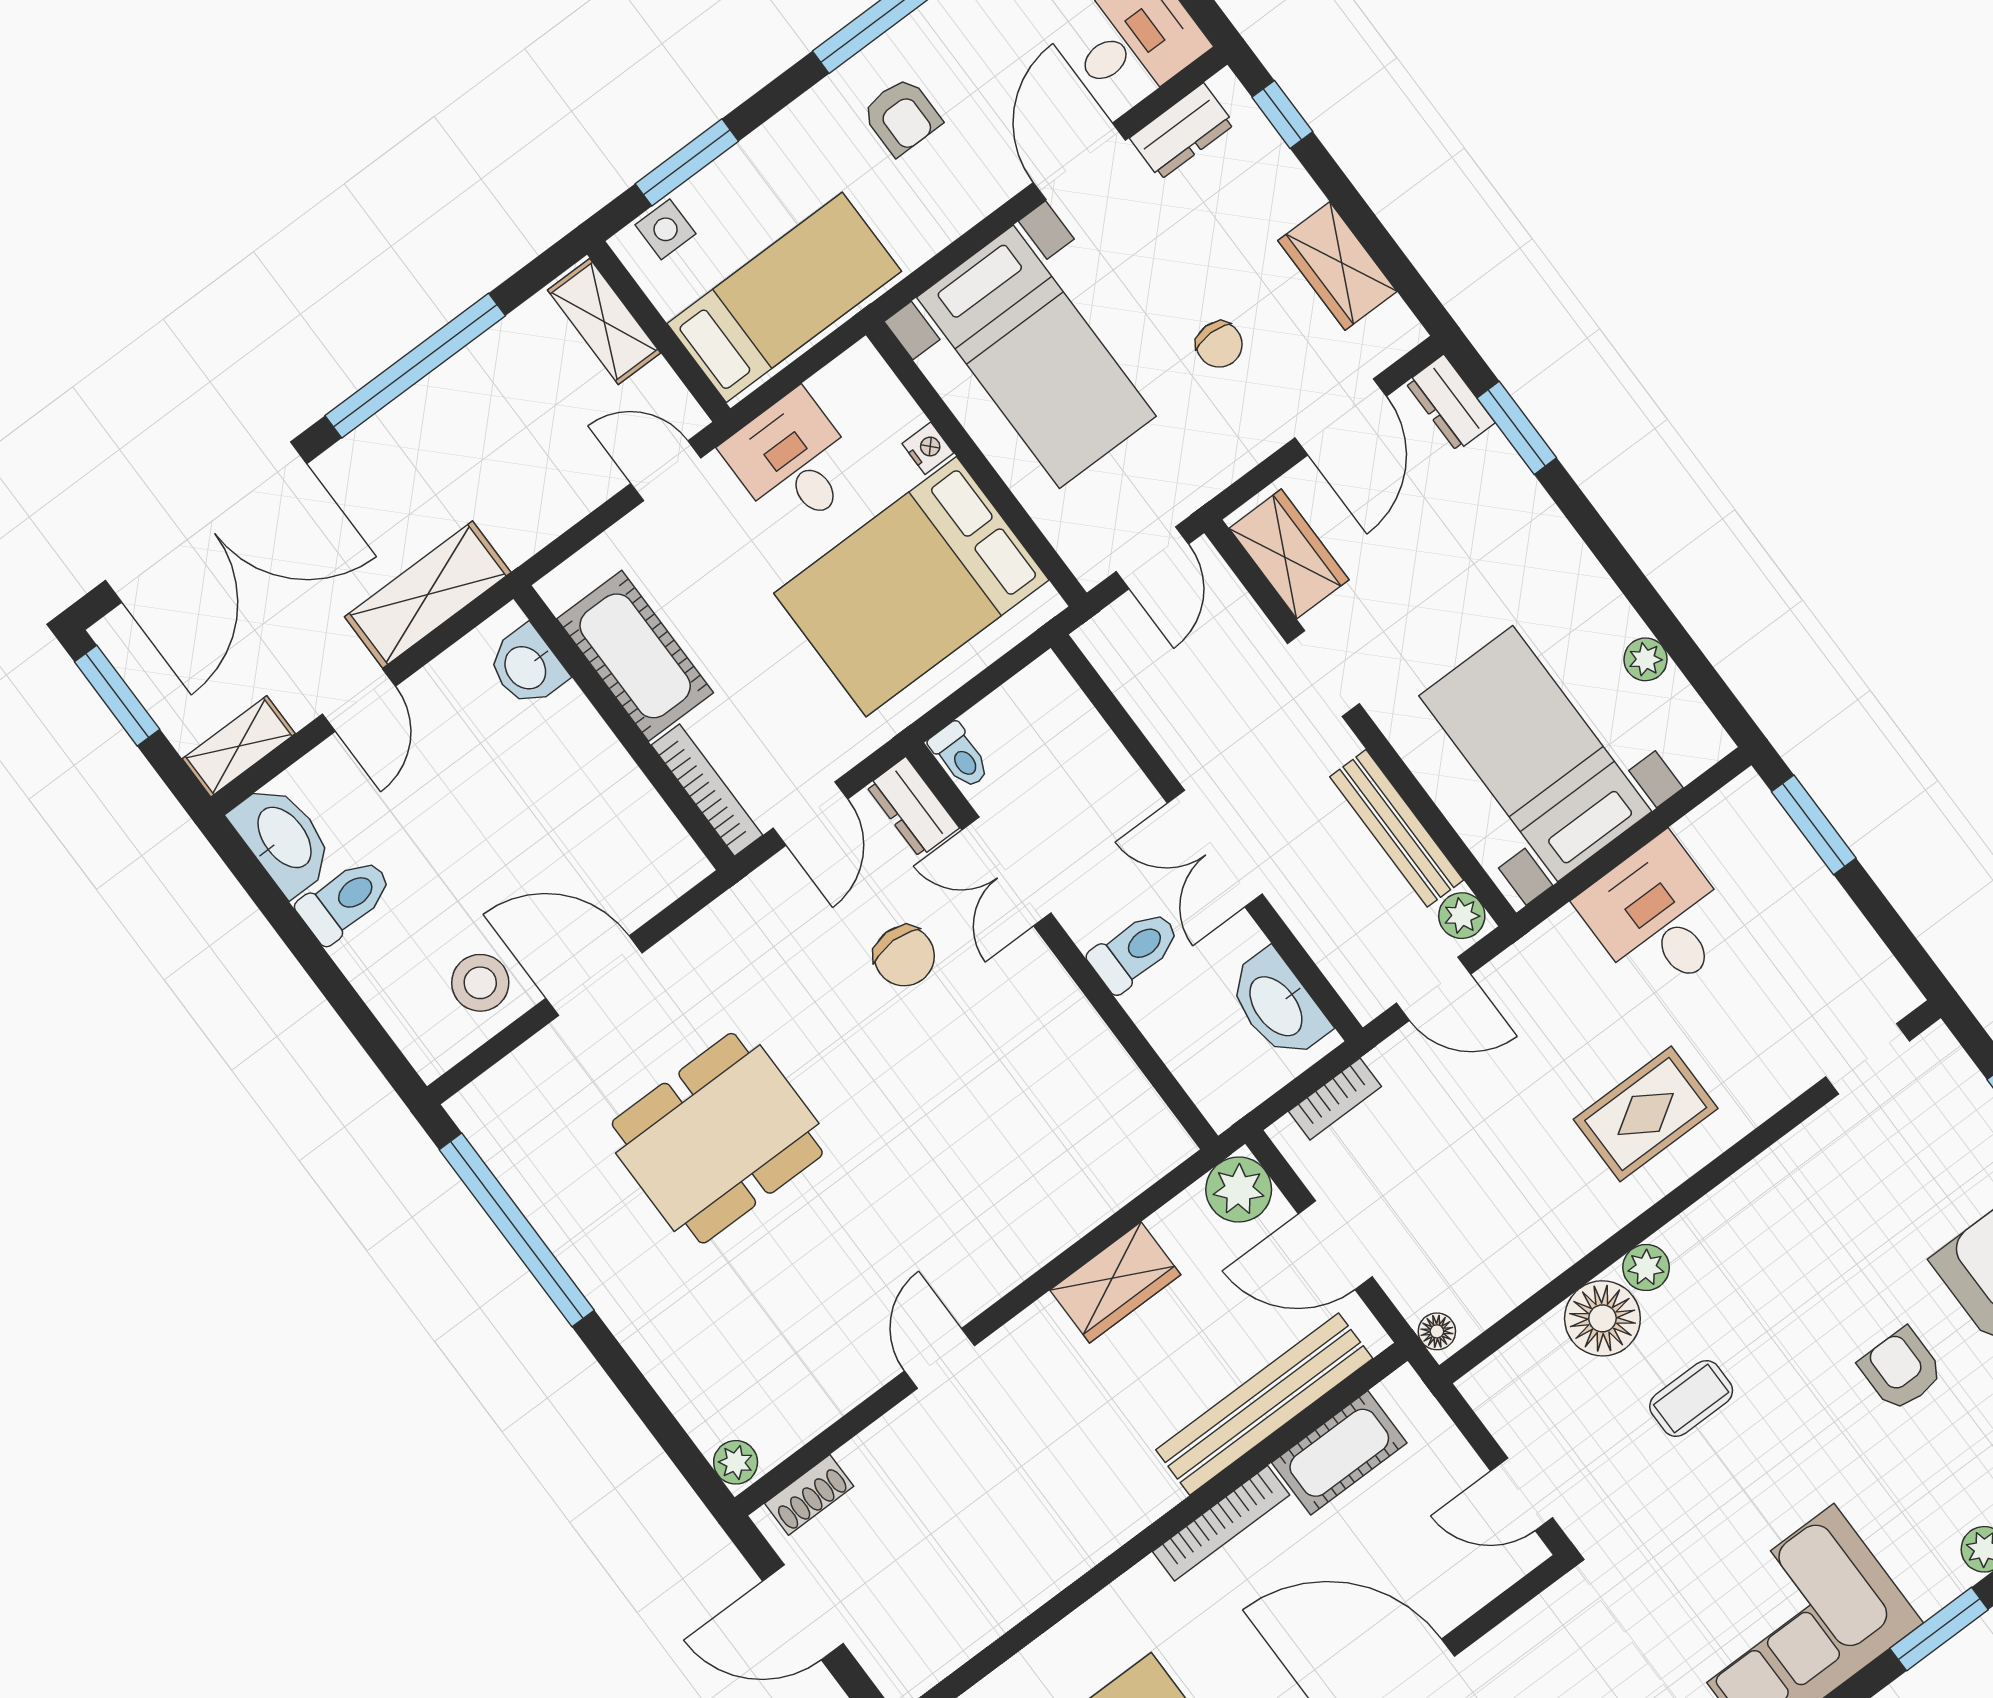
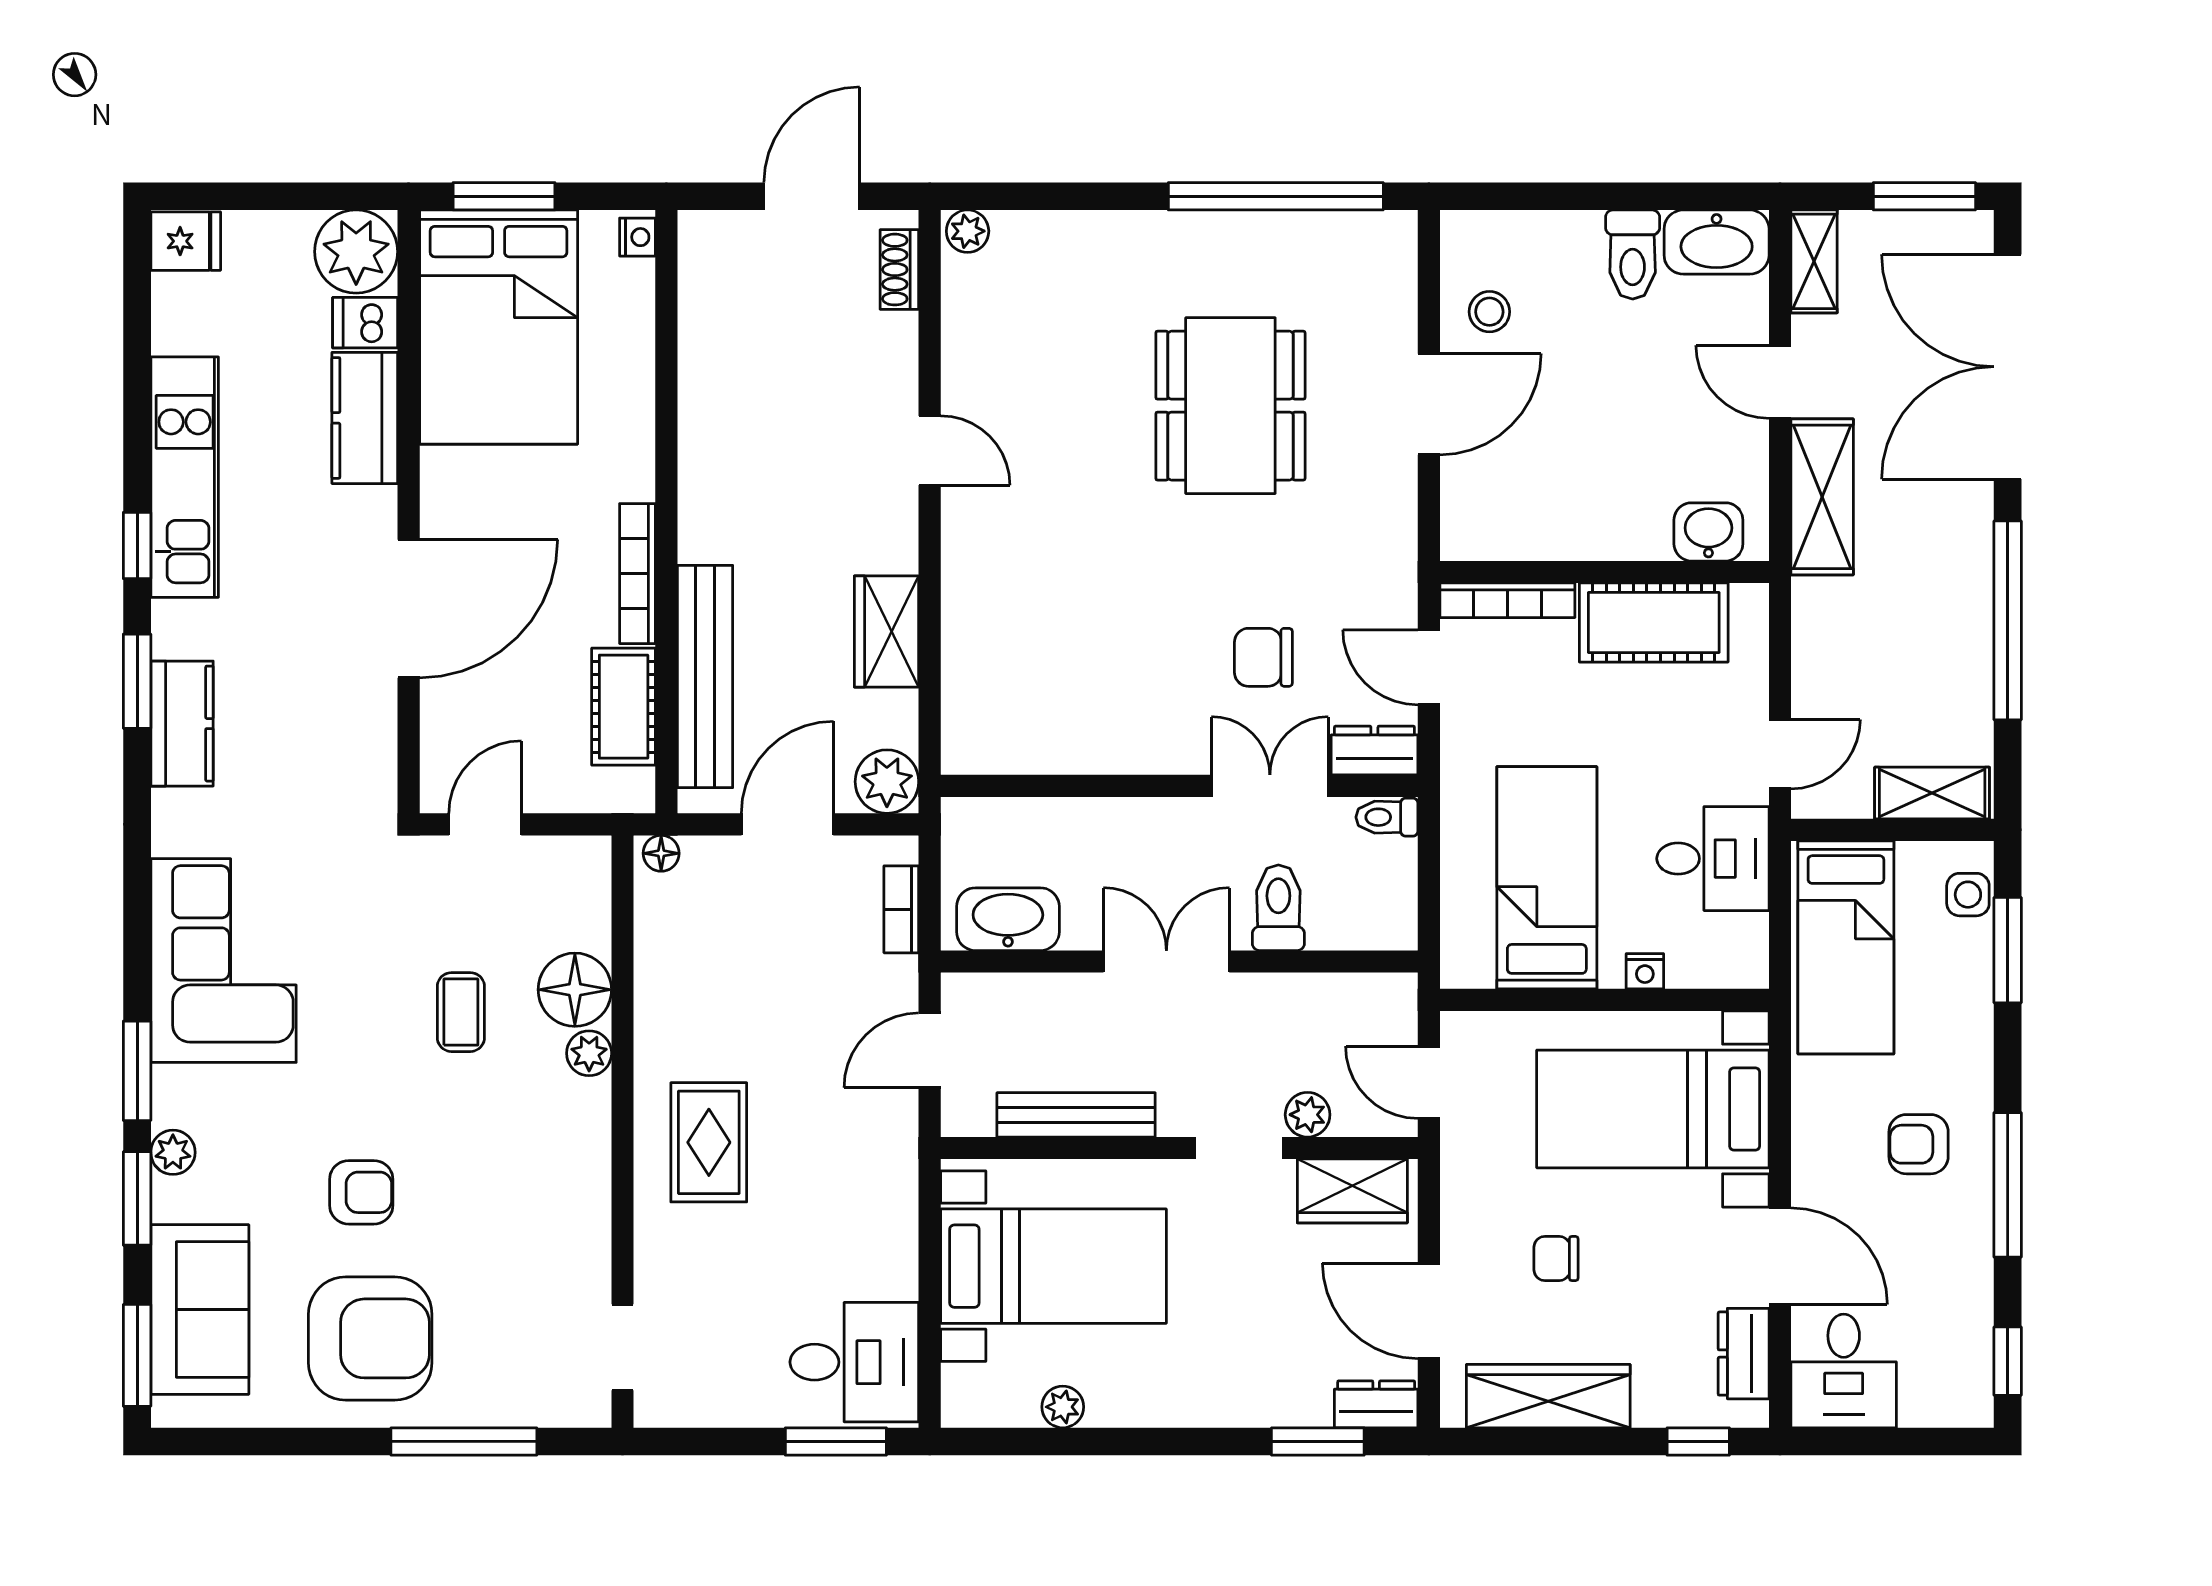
wardrobe: (1337, 266) -> (1548, 1396), width x1.50
bed: (911, 587) -> (1547, 878), width x0.67
plant: (1462, 916) -> (1308, 1115), moved
desk: (1658, 917) -> (854, 1362), moved
toilet: (1135, 951) -> (1278, 908), moved, turned 180
stool: (480, 983) -> (1489, 312), width x0.73, depth x0.73

